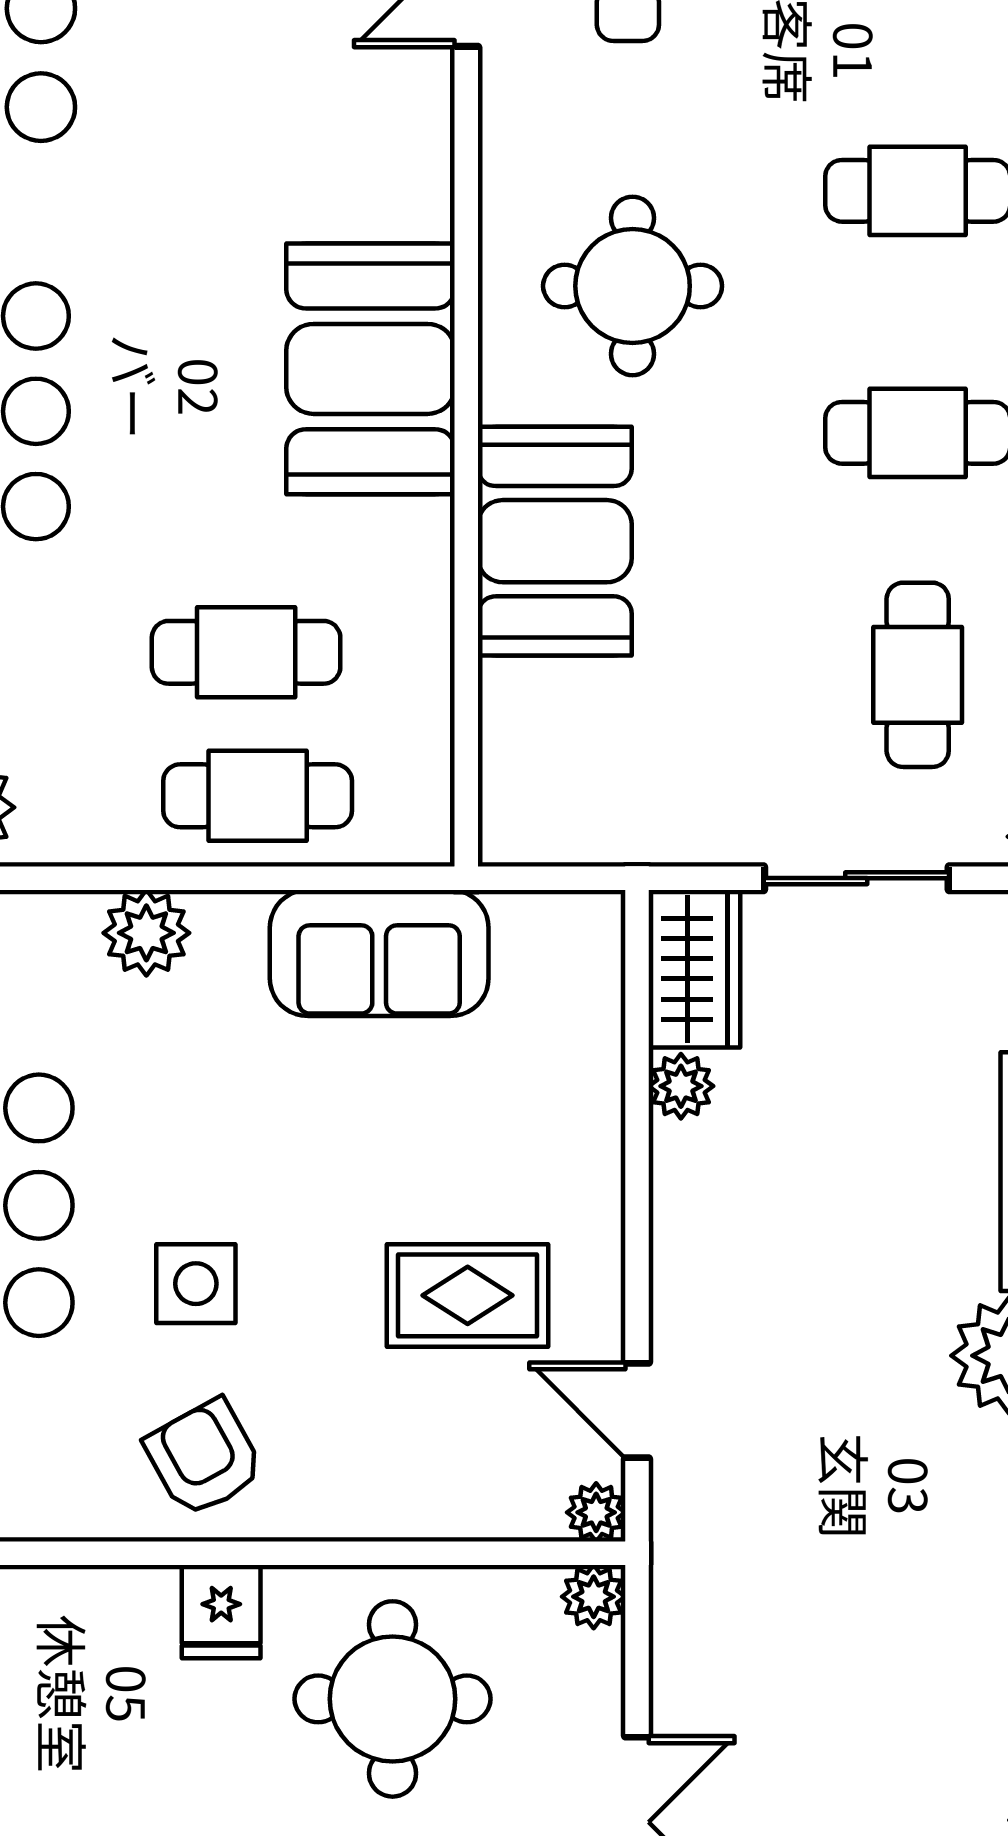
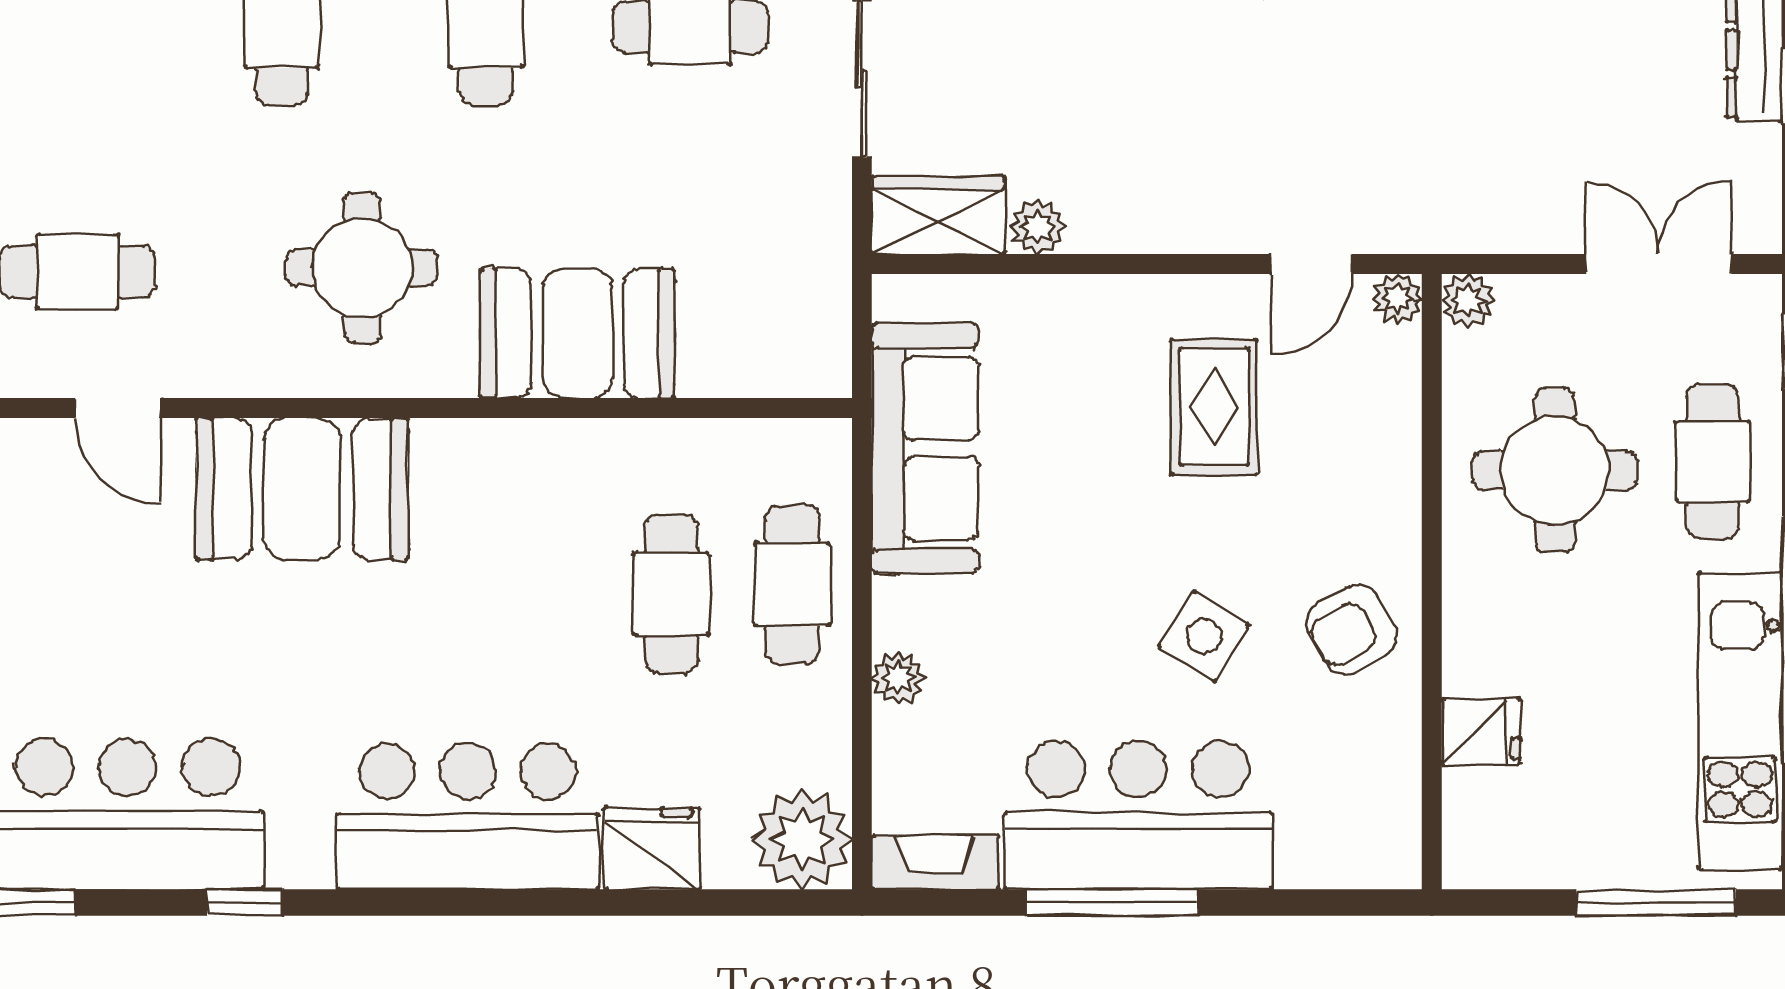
booth: (371, 369) -> (302, 489), moved
plant: (146, 933) -> (898, 678), width x0.73, depth x0.73
sofa: (379, 953) -> (925, 448), width x1.36
side table: (196, 1284) -> (1204, 636), turned 32
fridge: (221, 1612) -> (1481, 732), moved

